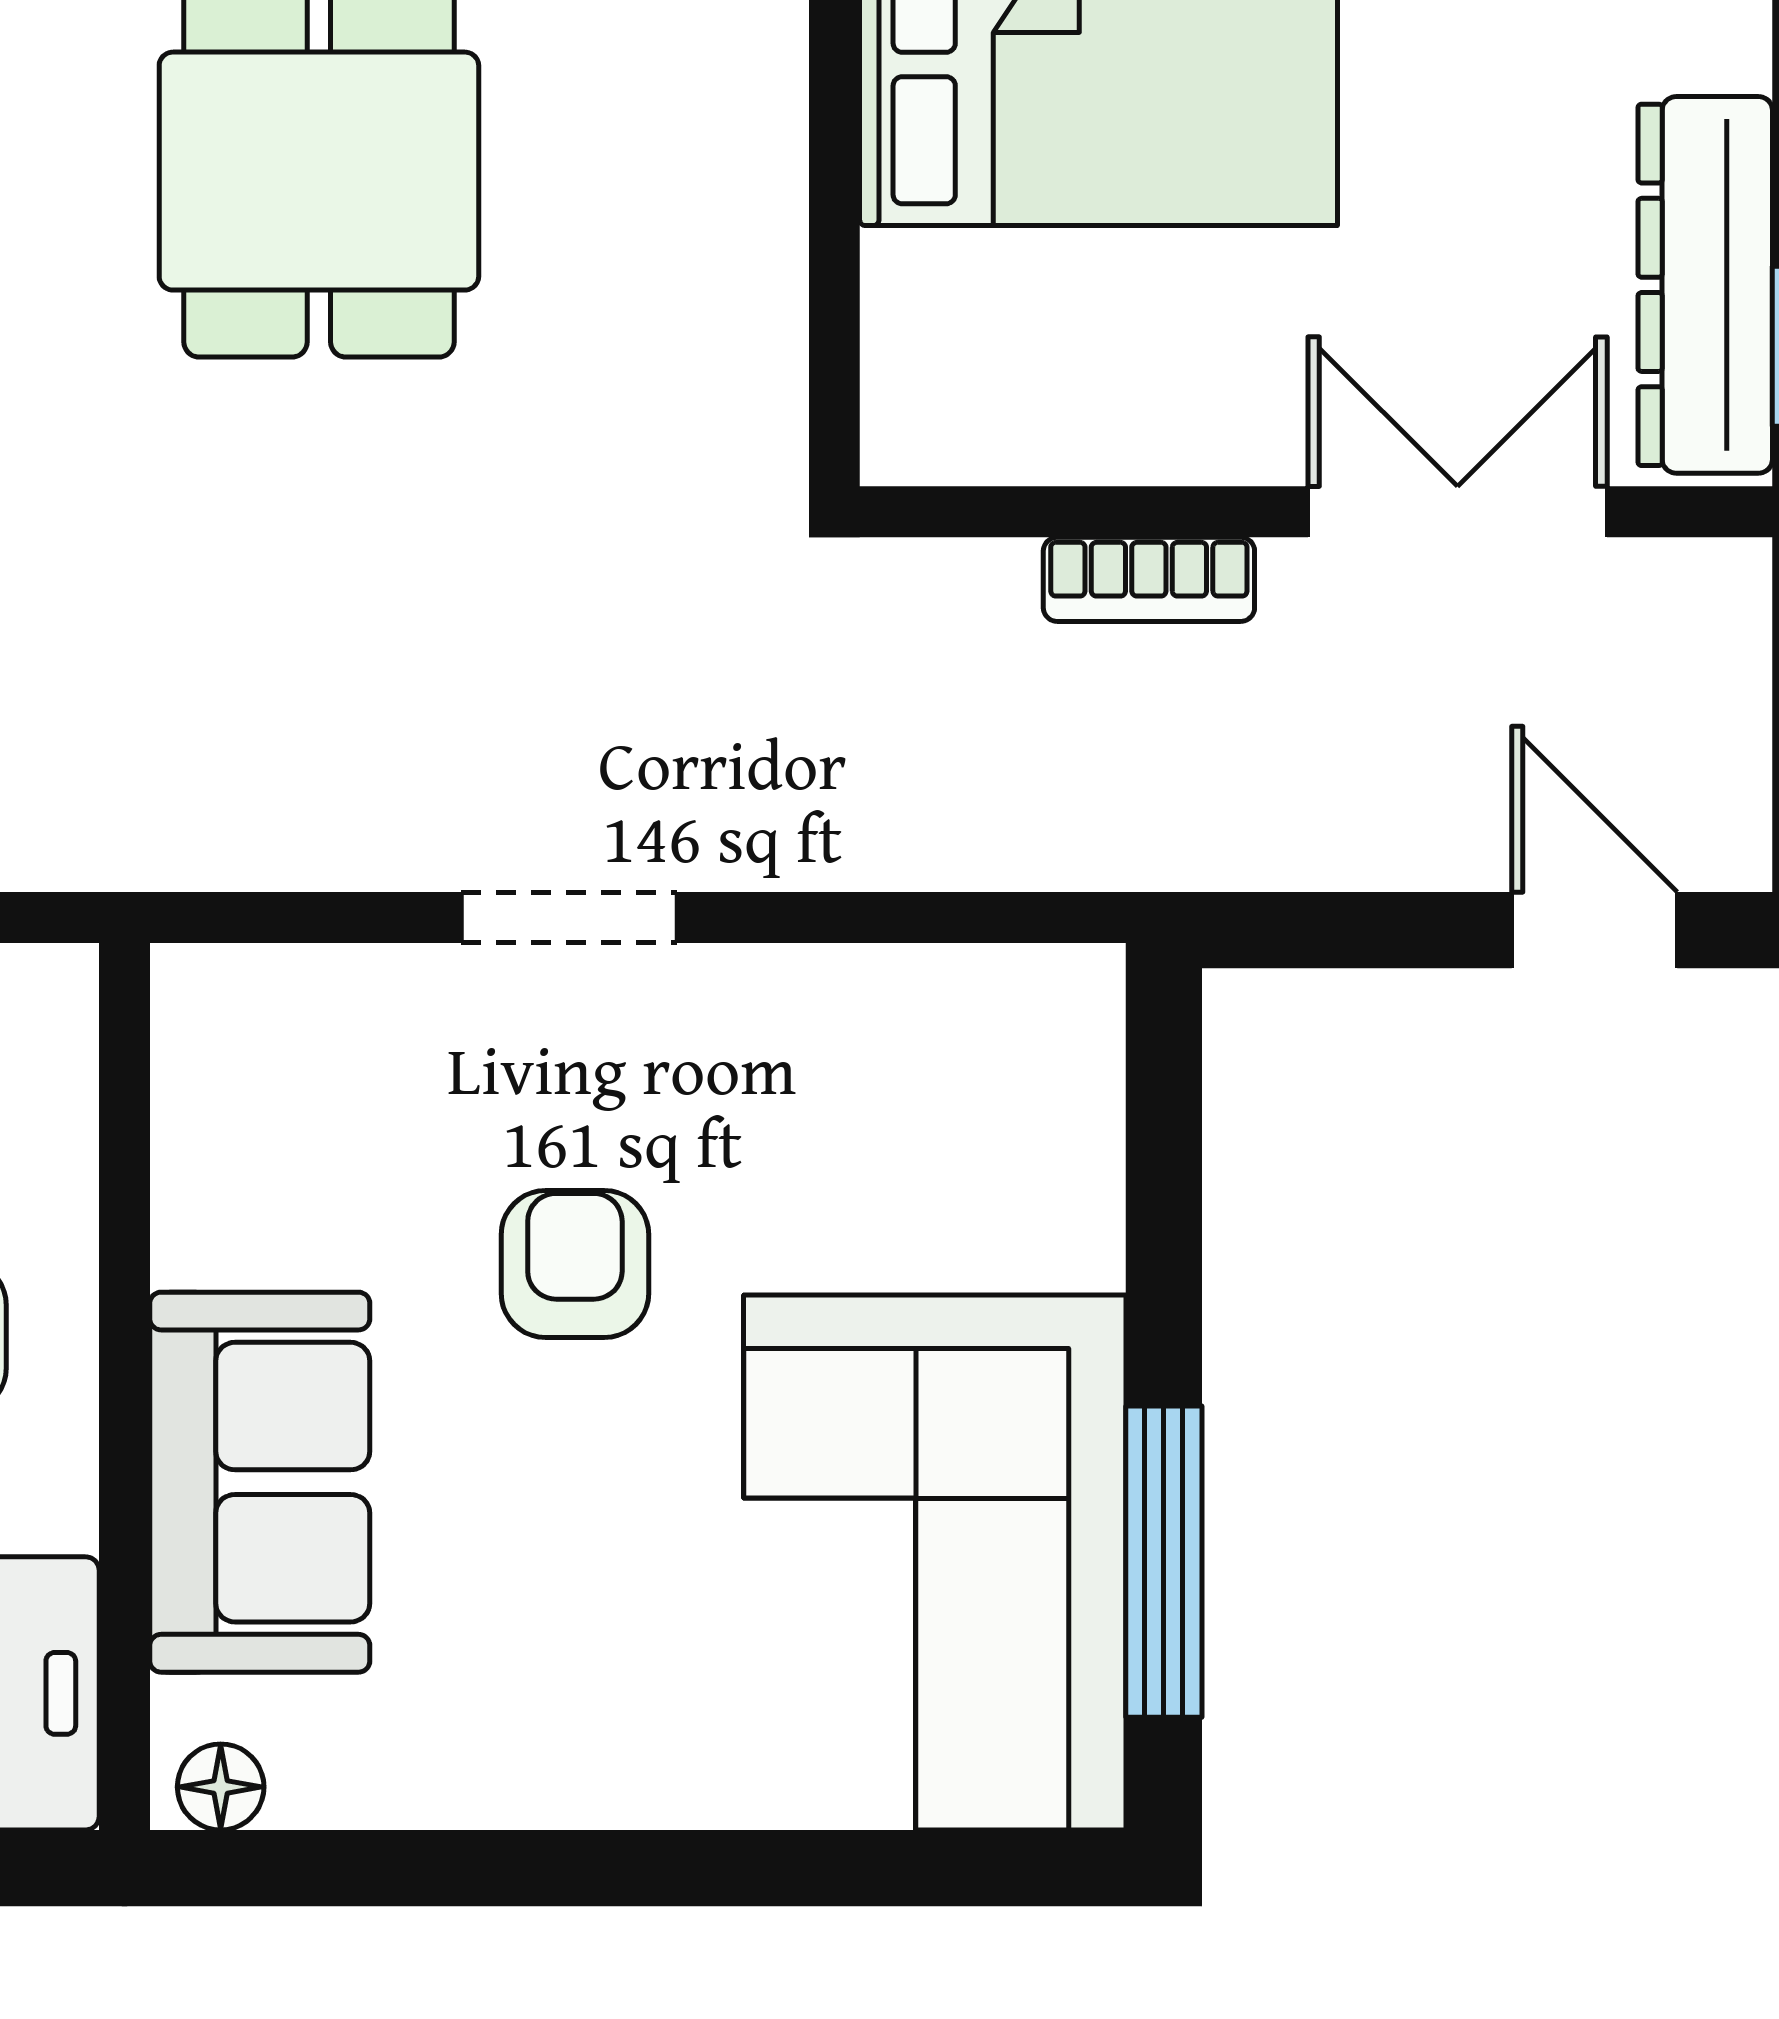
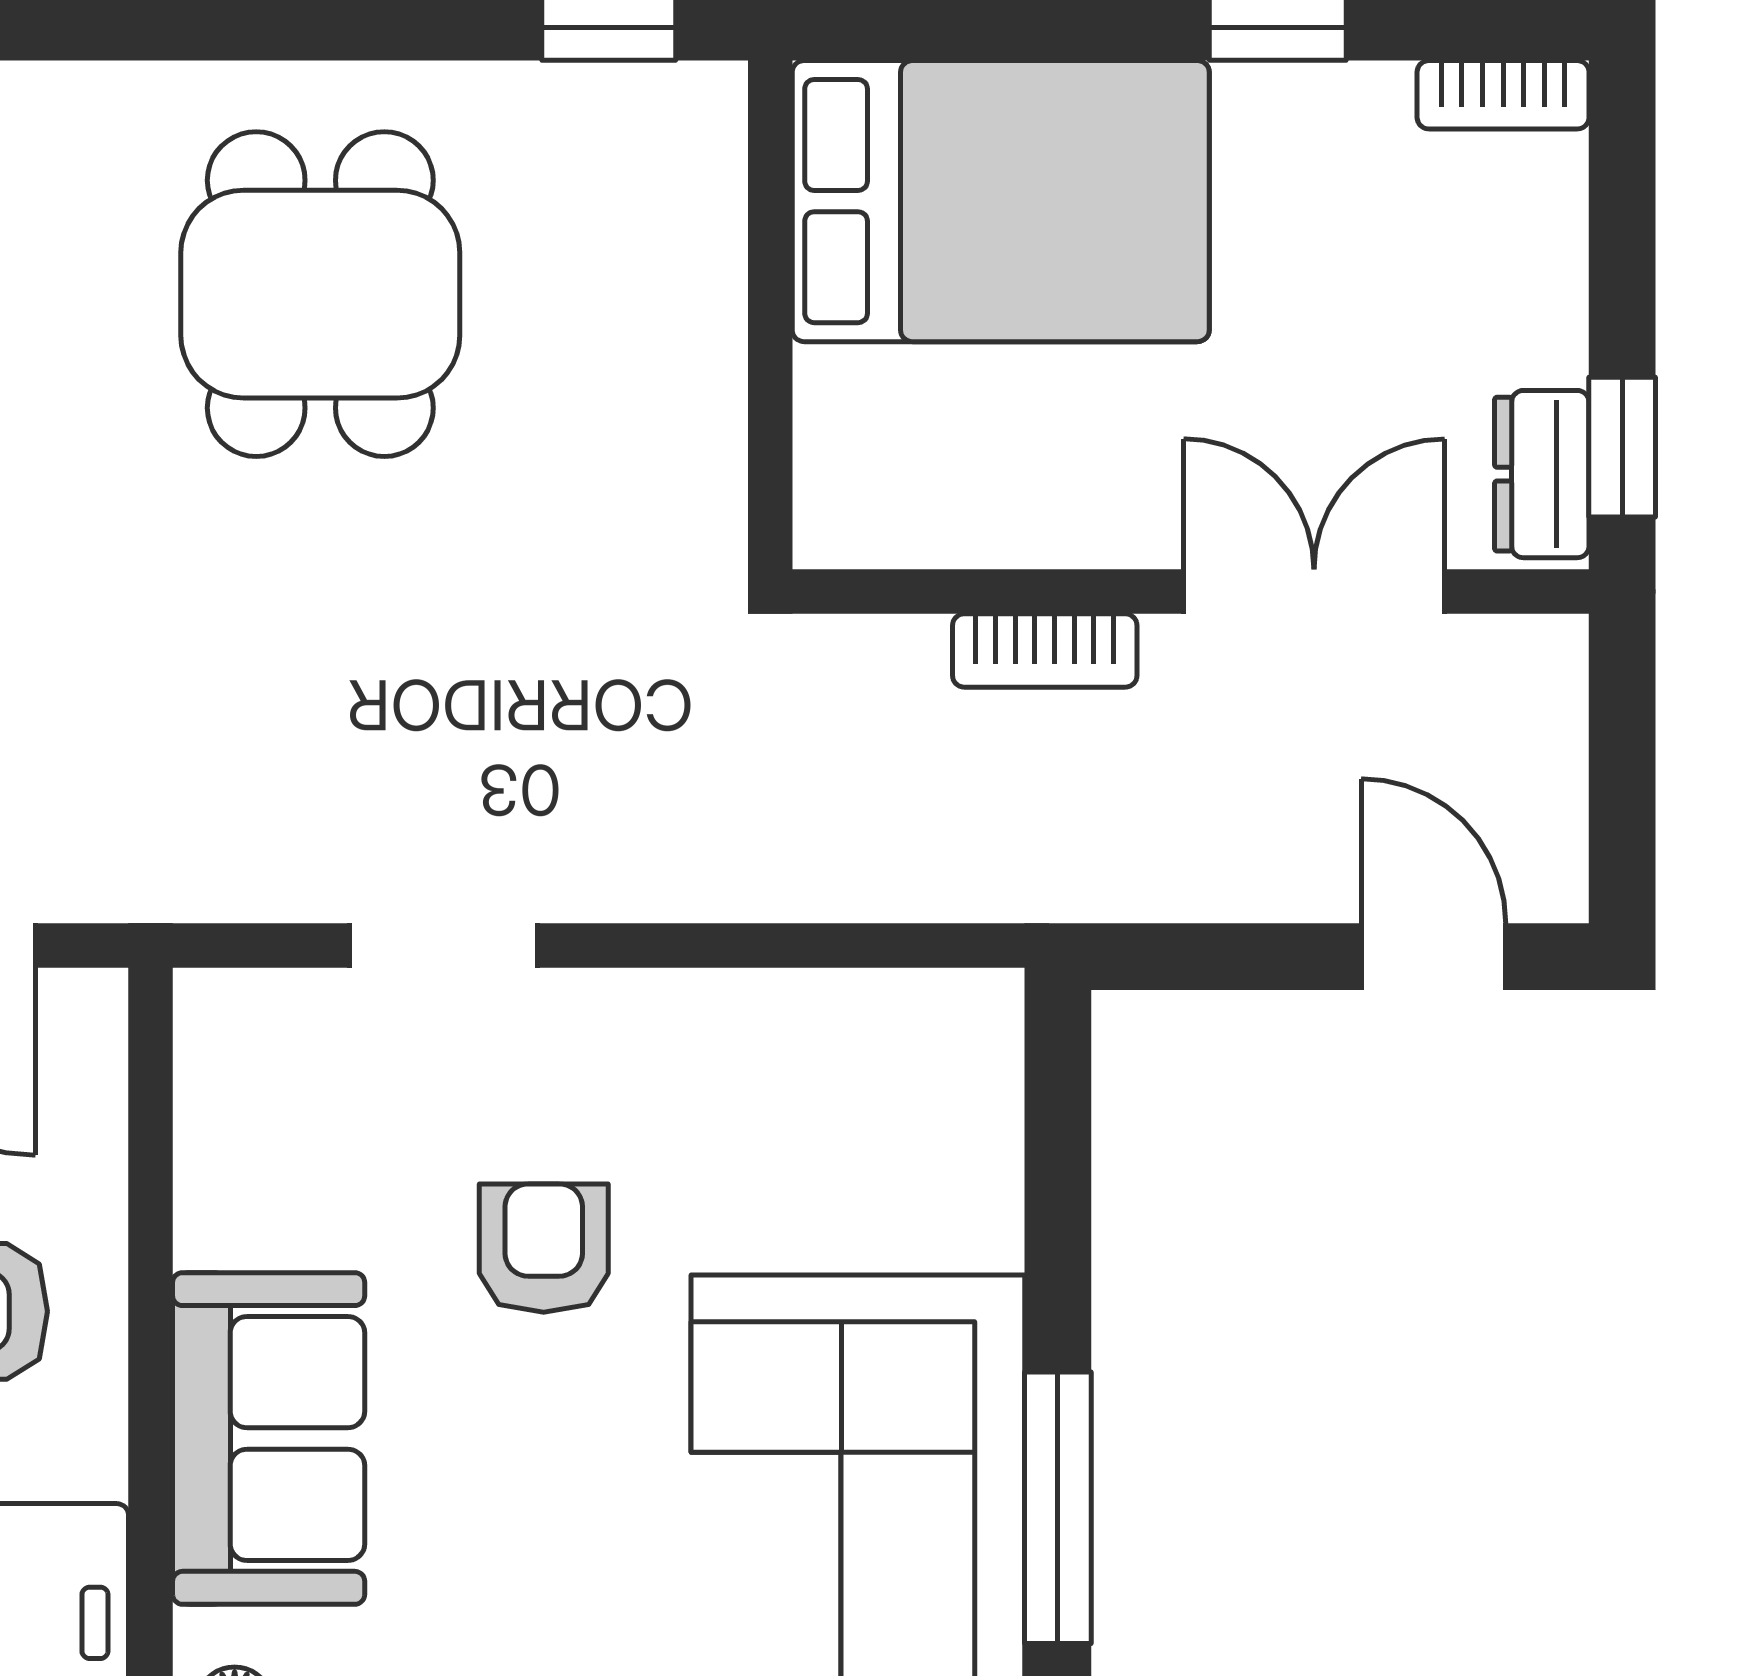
dresser: (1705, 285) -> (1542, 474), width x0.51, depth x0.80
doorway: (569, 917) -> (443, 946), moved

